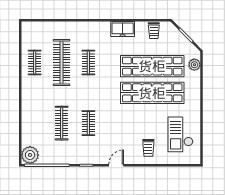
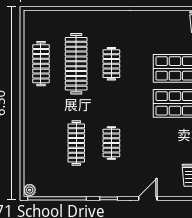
freezer: (123, 29) -> (156, 20), removed
clothes rail: (35, 63) -> (41, 64), width x1.36
plant: (30, 155) -> (30, 190), width x0.53, depth x0.53

